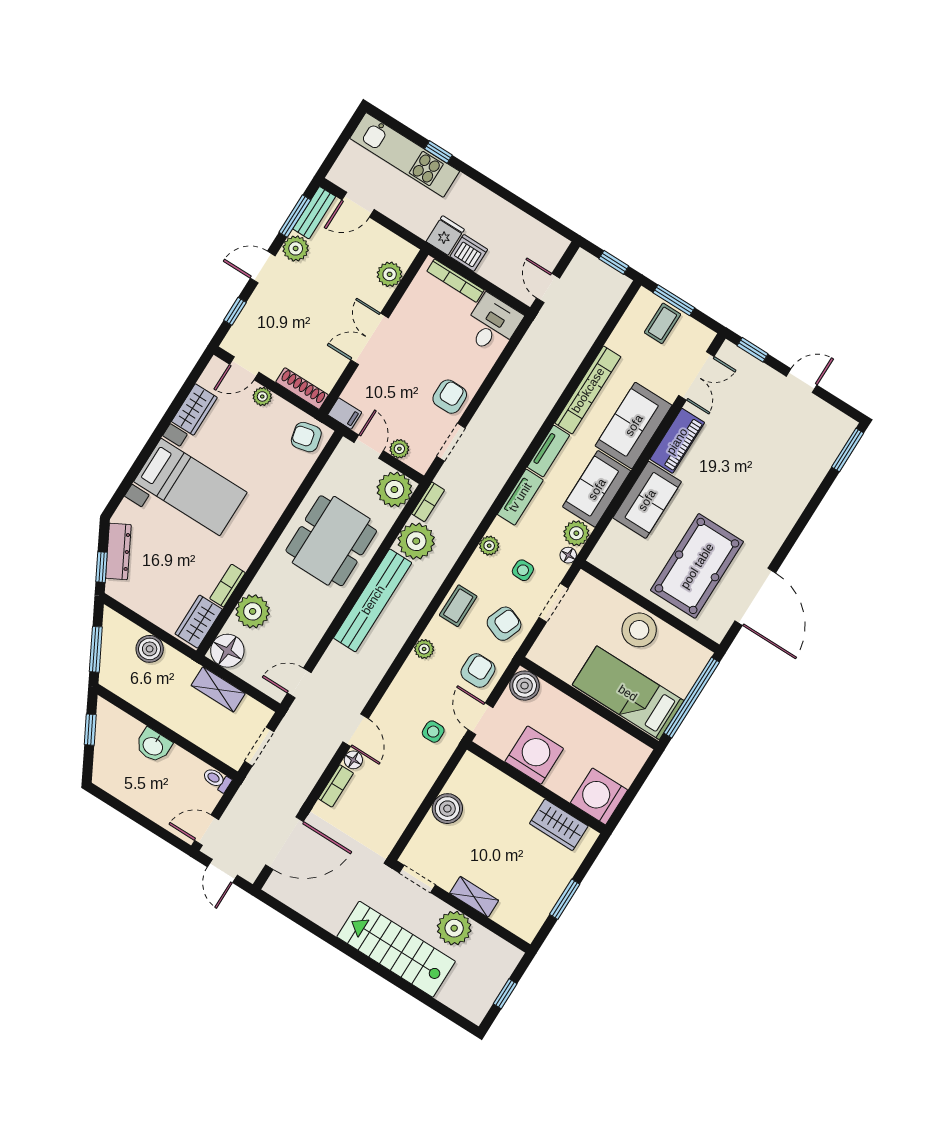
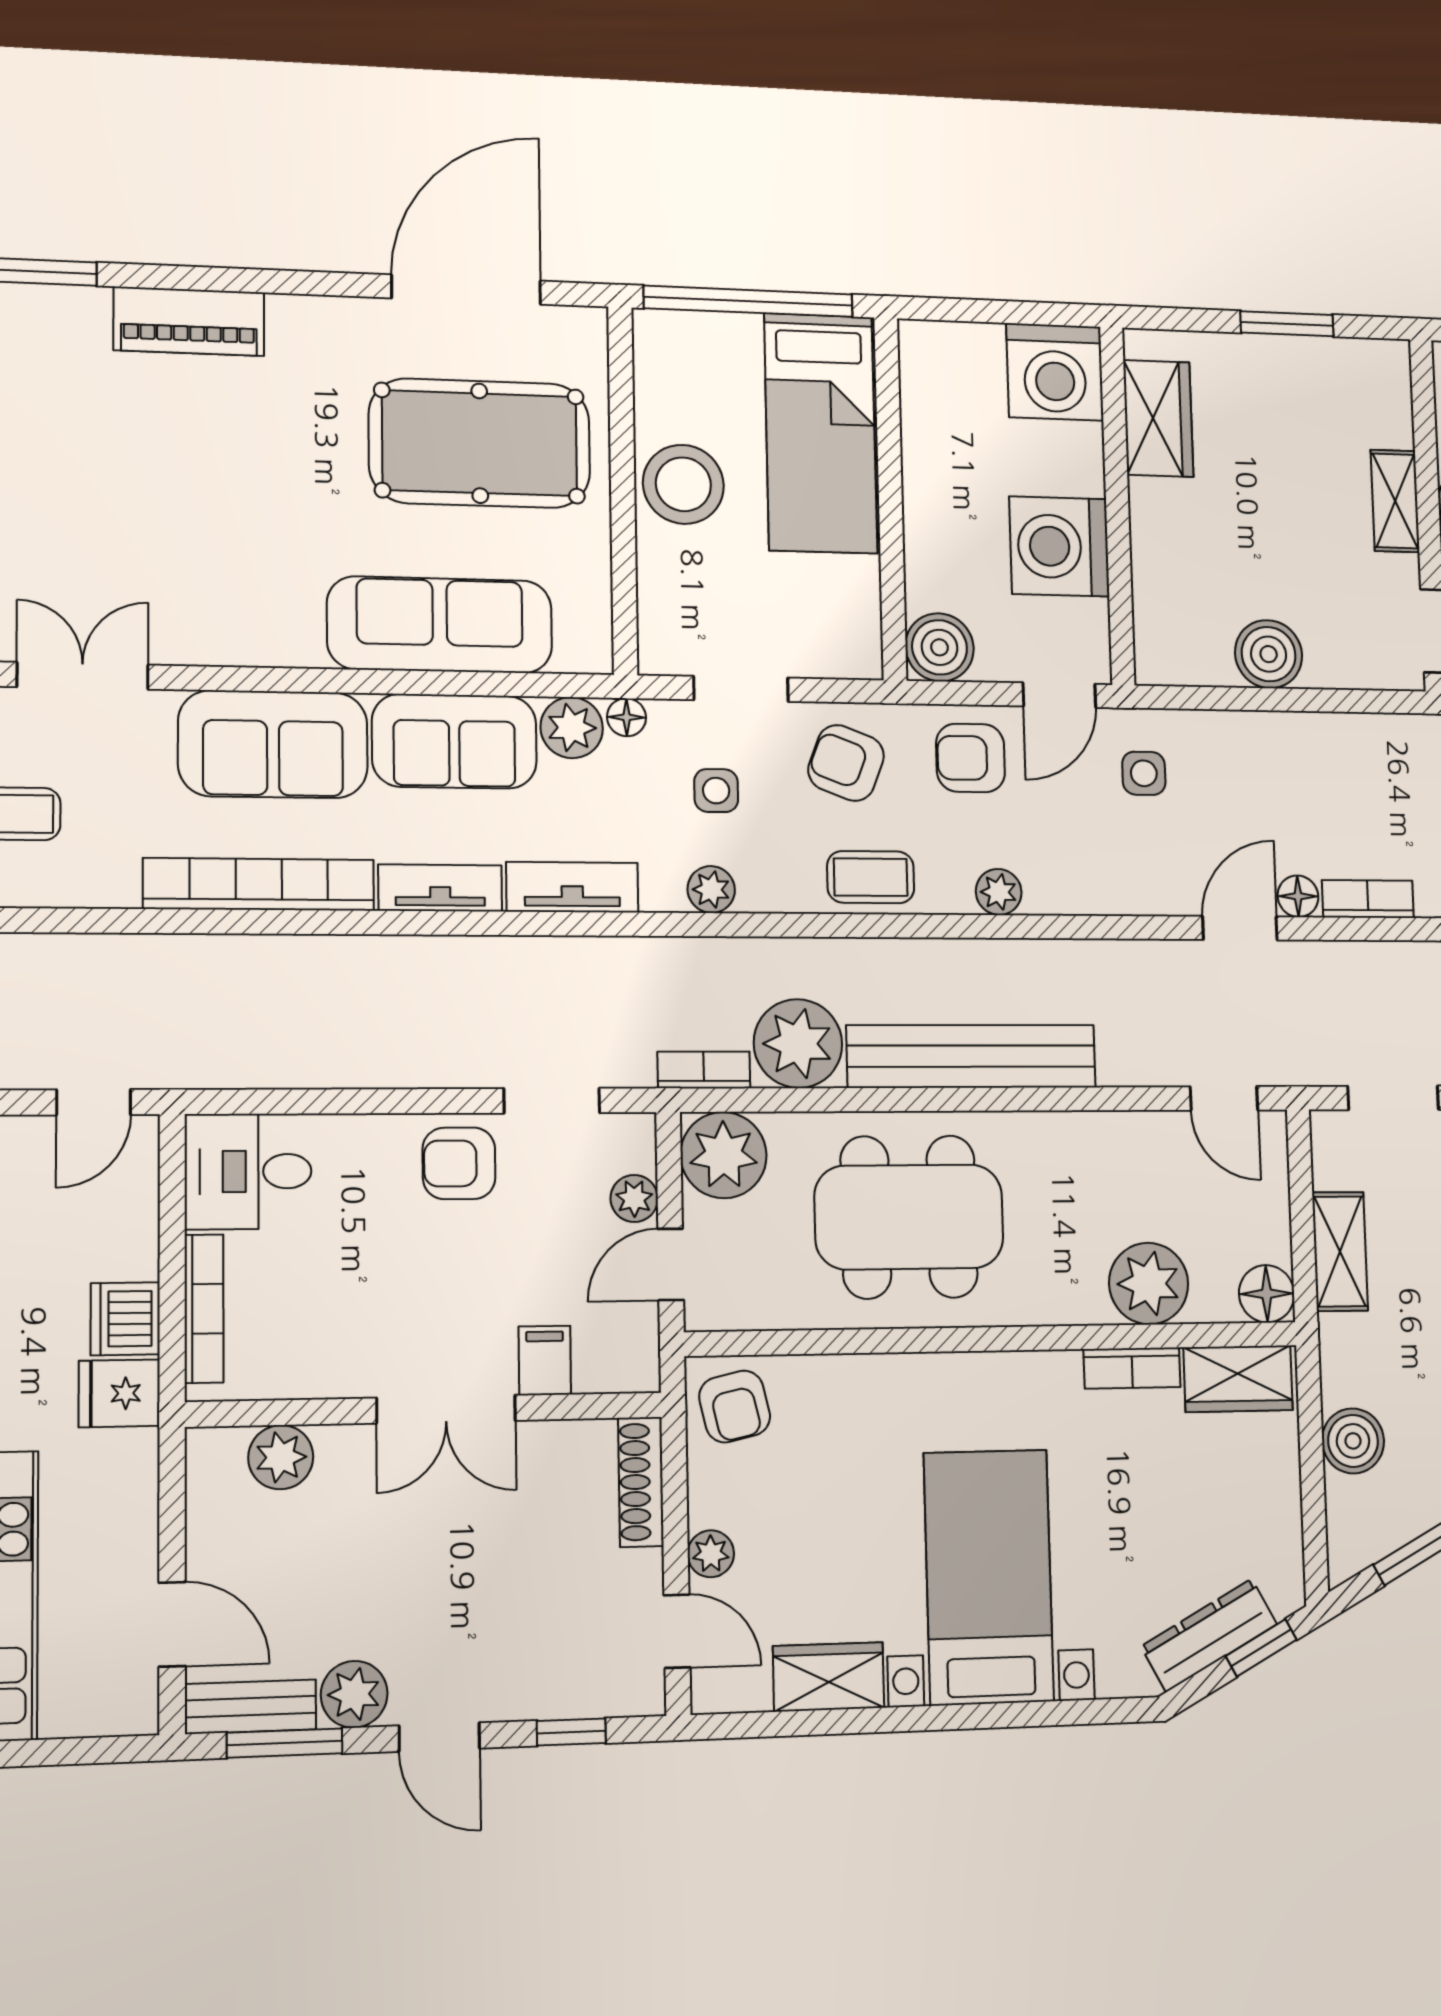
filing cabinet: (345, 414) -> (545, 1361), moved
piano: (677, 441) -> (189, 321), moved, turned 180
sofa: (647, 500) -> (440, 625), width x1.36
floor lamp: (227, 651) -> (1267, 1294), width x0.73, depth x0.73

